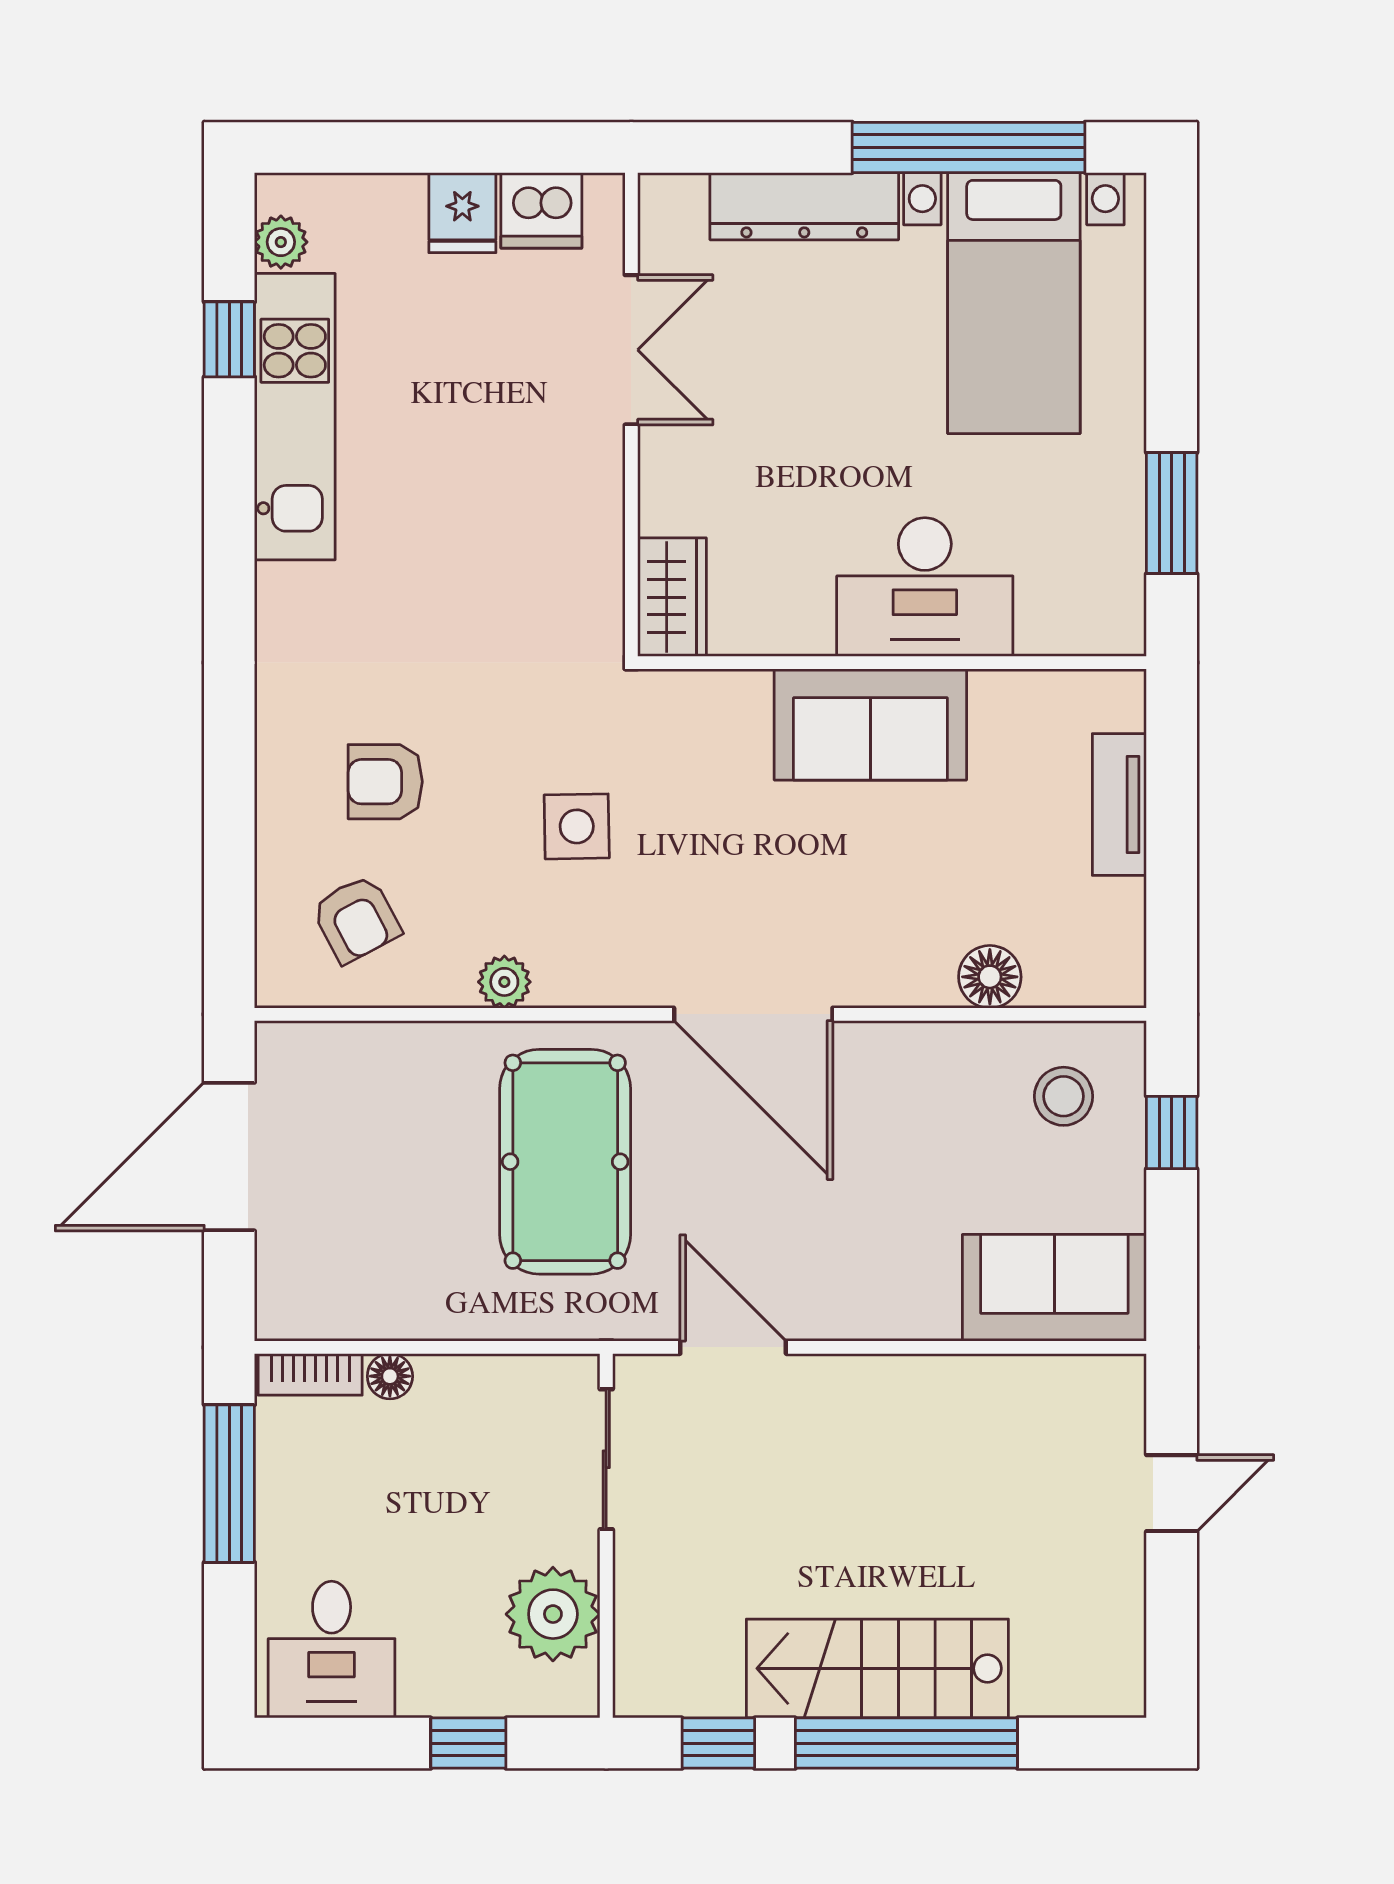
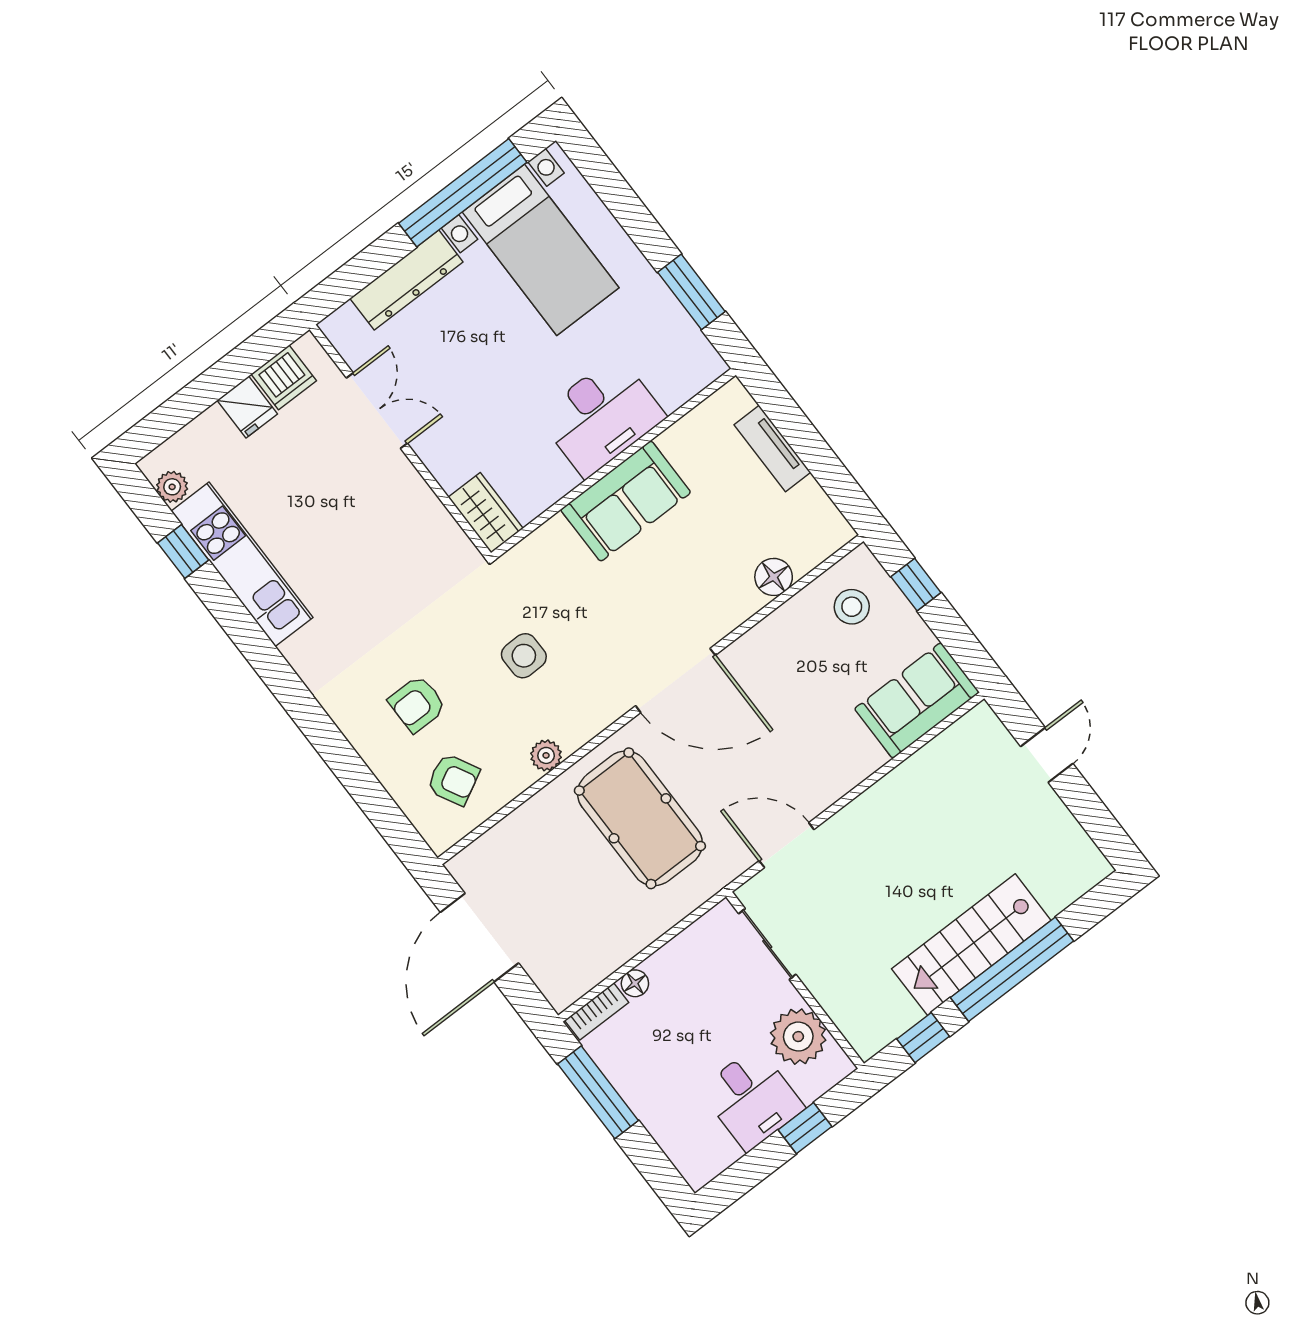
desk: (332, 1650) -> (752, 1099), moved

